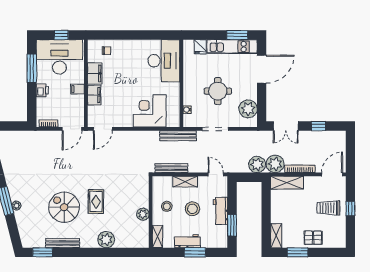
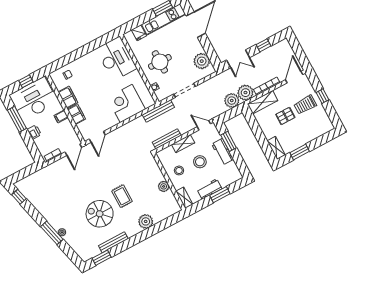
round table: (218, 91) -> (160, 62), moved
window: (232, 225) -> (229, 141), moved
pallet: (313, 238) -> (285, 116), moved

